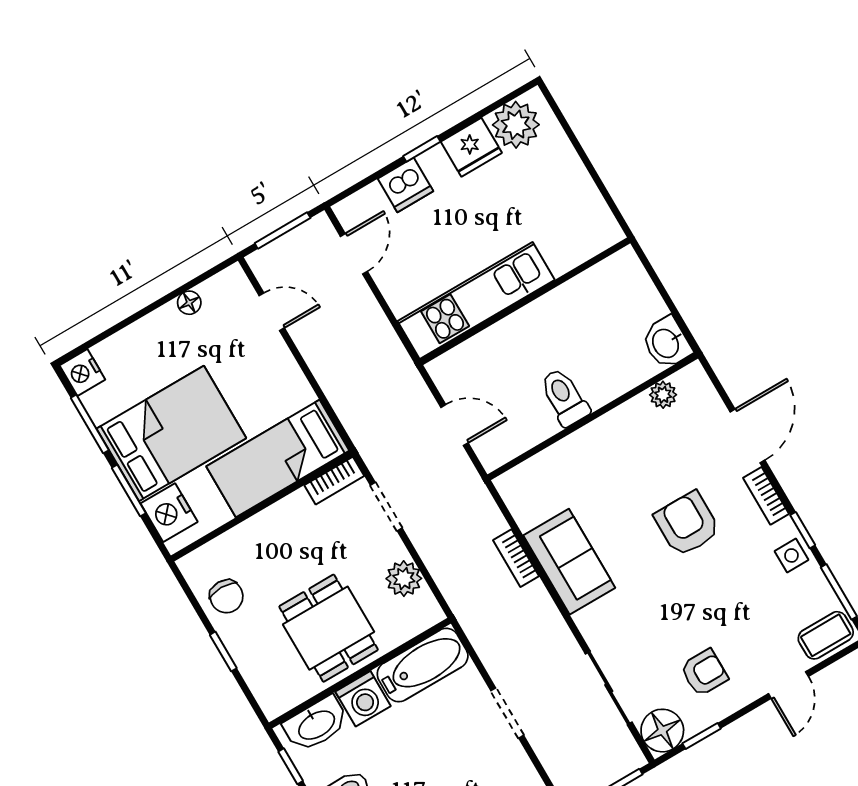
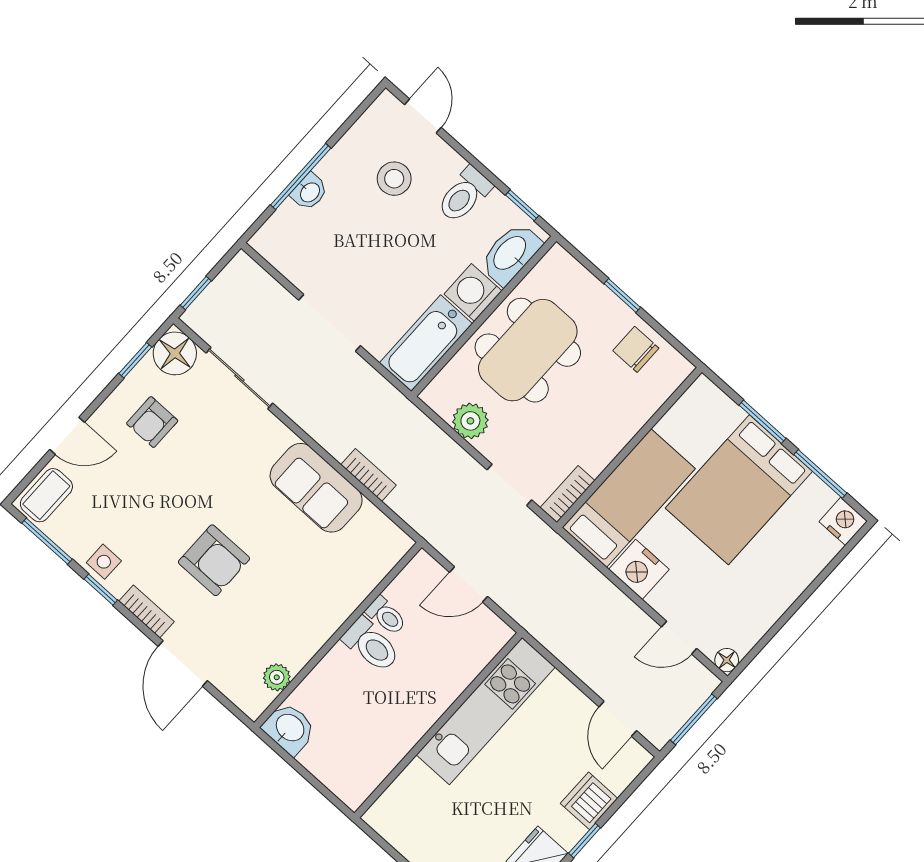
floor lamp: (189, 303) -> (727, 660), moved
toilet: (542, 420) -> (386, 616), added
nightstand: (169, 513) -> (639, 569), moved, turned 180
dining table: (329, 628) -> (528, 350), width x1.38
door: (788, 685) -> (67, 436), swing flipped
doorway: (507, 713) -> (330, 323), width x1.38

